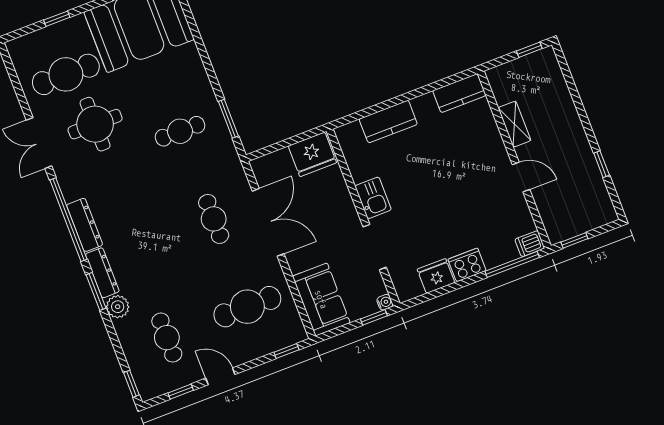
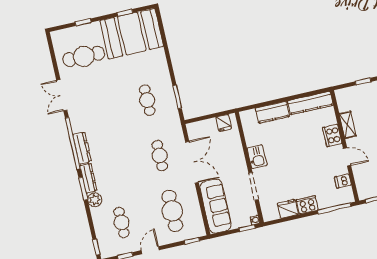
kitchen counter: (459, 93) -> (310, 103), width x1.50
round table: (95, 124) -> (97, 89), removed
cafe table: (180, 131) -> (147, 100), turned 90
cooker: (492, 145) -> (332, 136), added
fridge: (312, 154) -> (224, 123), width x0.53, depth x0.75
dishwasher: (530, 244) -> (343, 181), moved
sofa: (321, 299) -> (216, 206), width x1.36
cafe table: (247, 307) -> (172, 211), turned 90
door: (220, 376) -> (150, 250), hinge flipped

